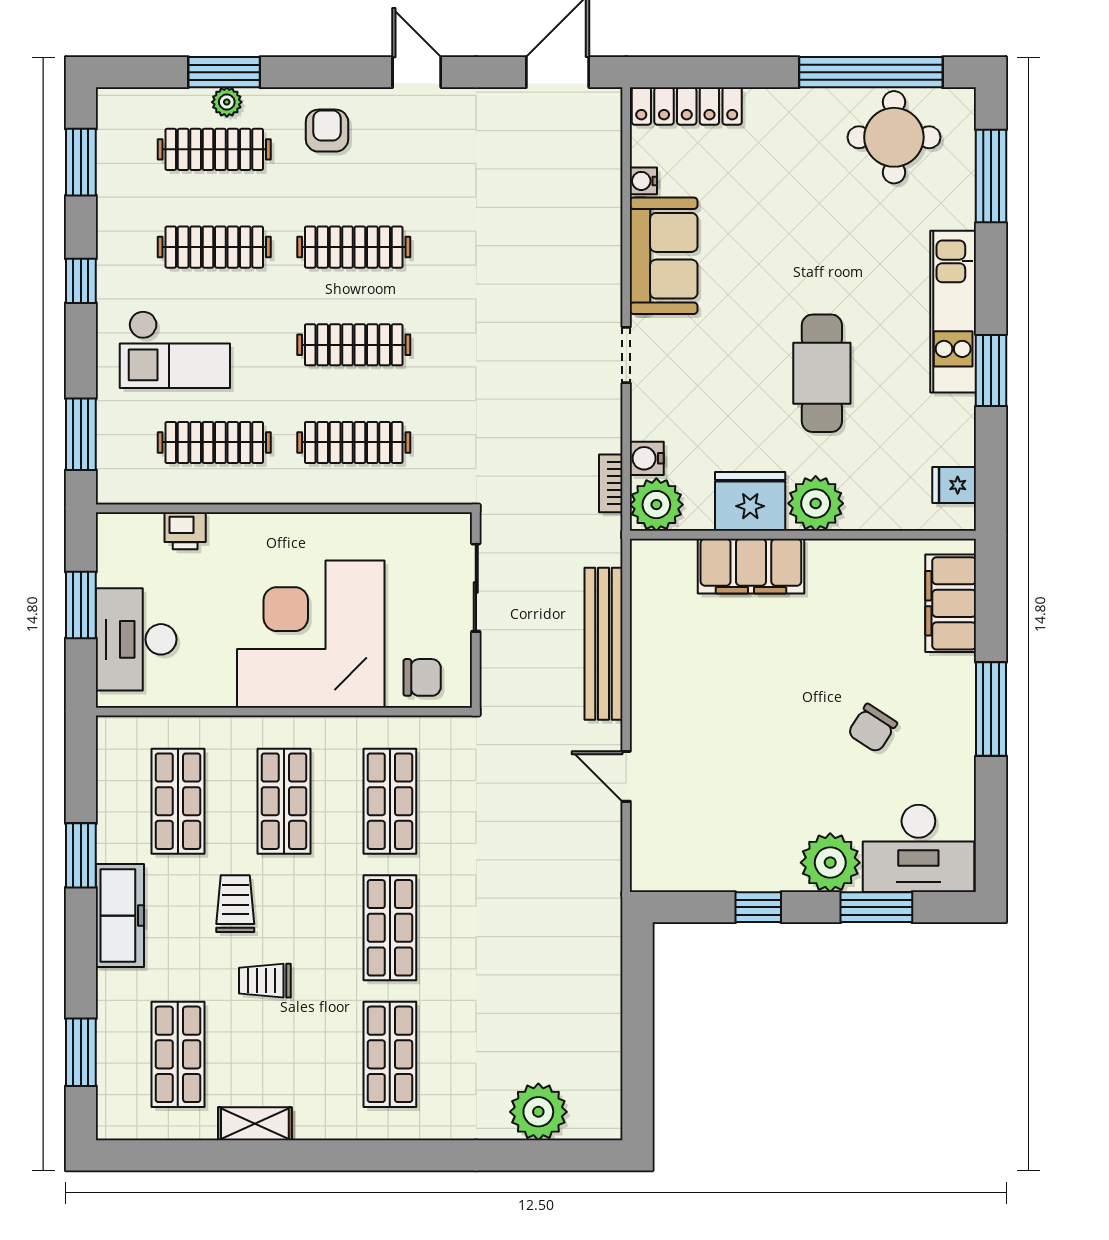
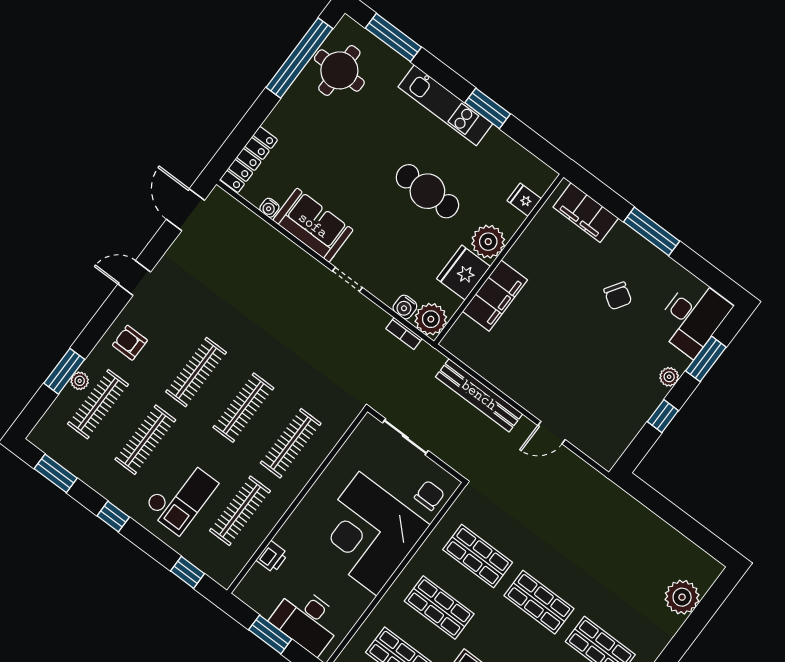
window: (81, 434) -> (187, 572), width x0.67
fridge: (954, 485) -> (524, 200), moved, turned 90
plant: (830, 863) -> (669, 377), width x0.53, depth x0.53

